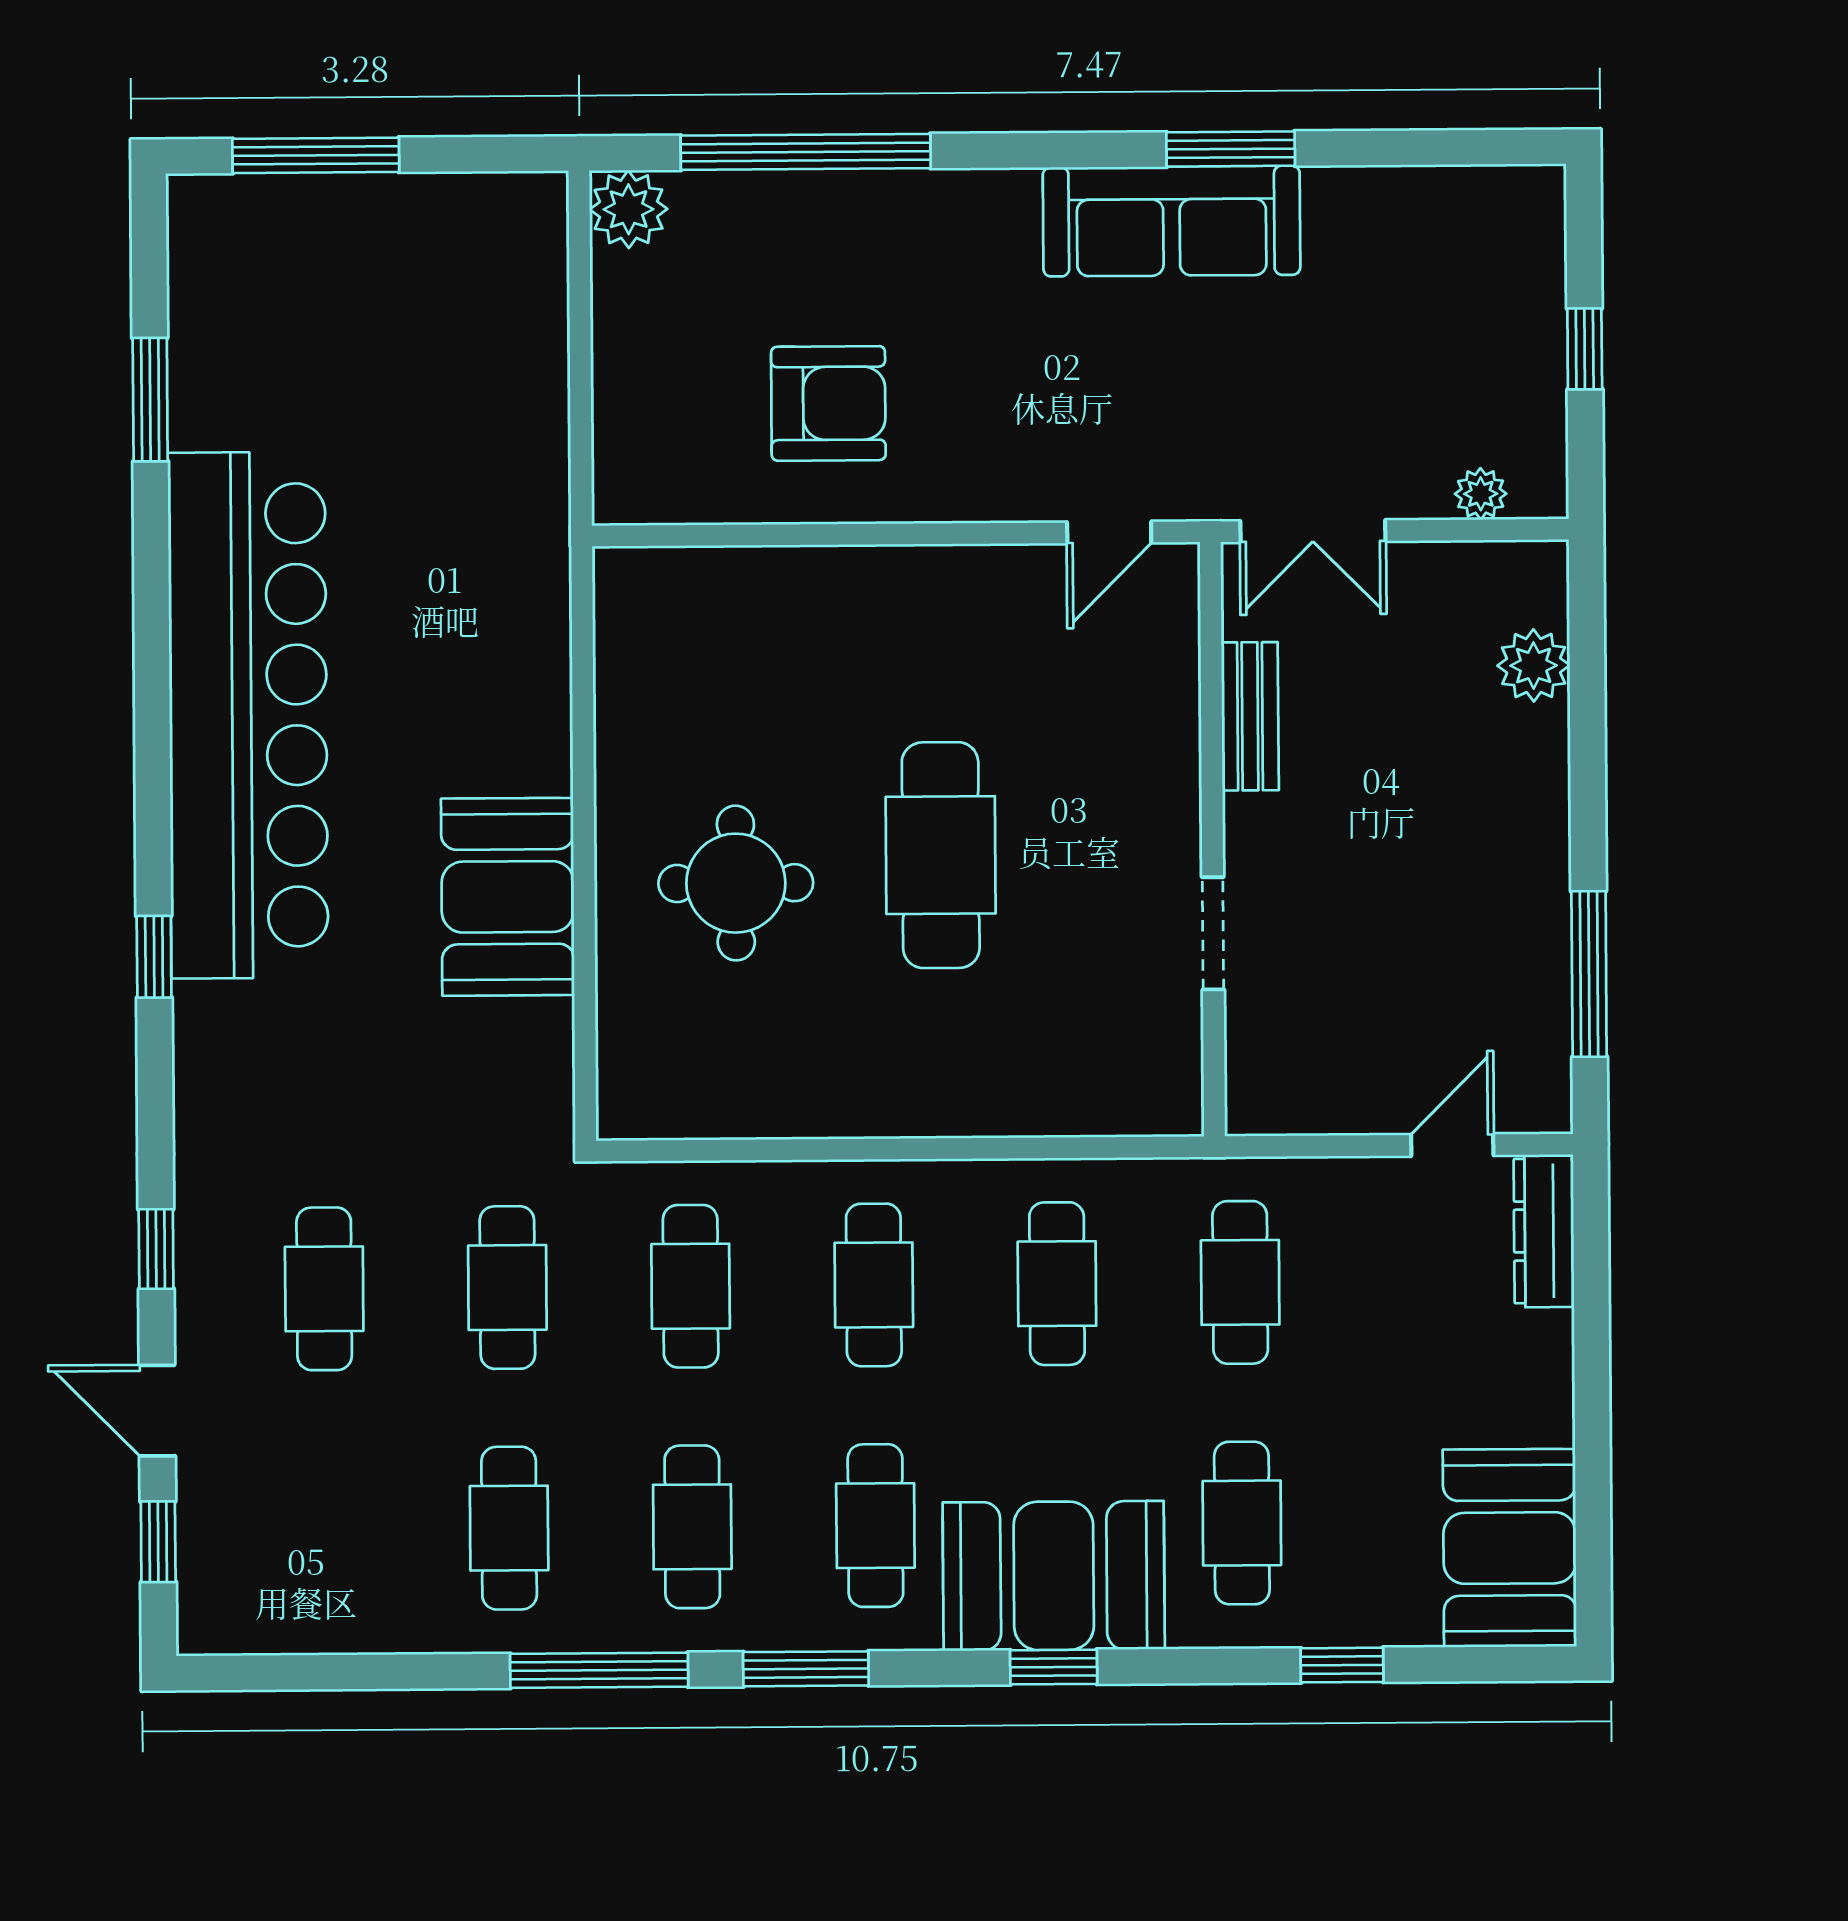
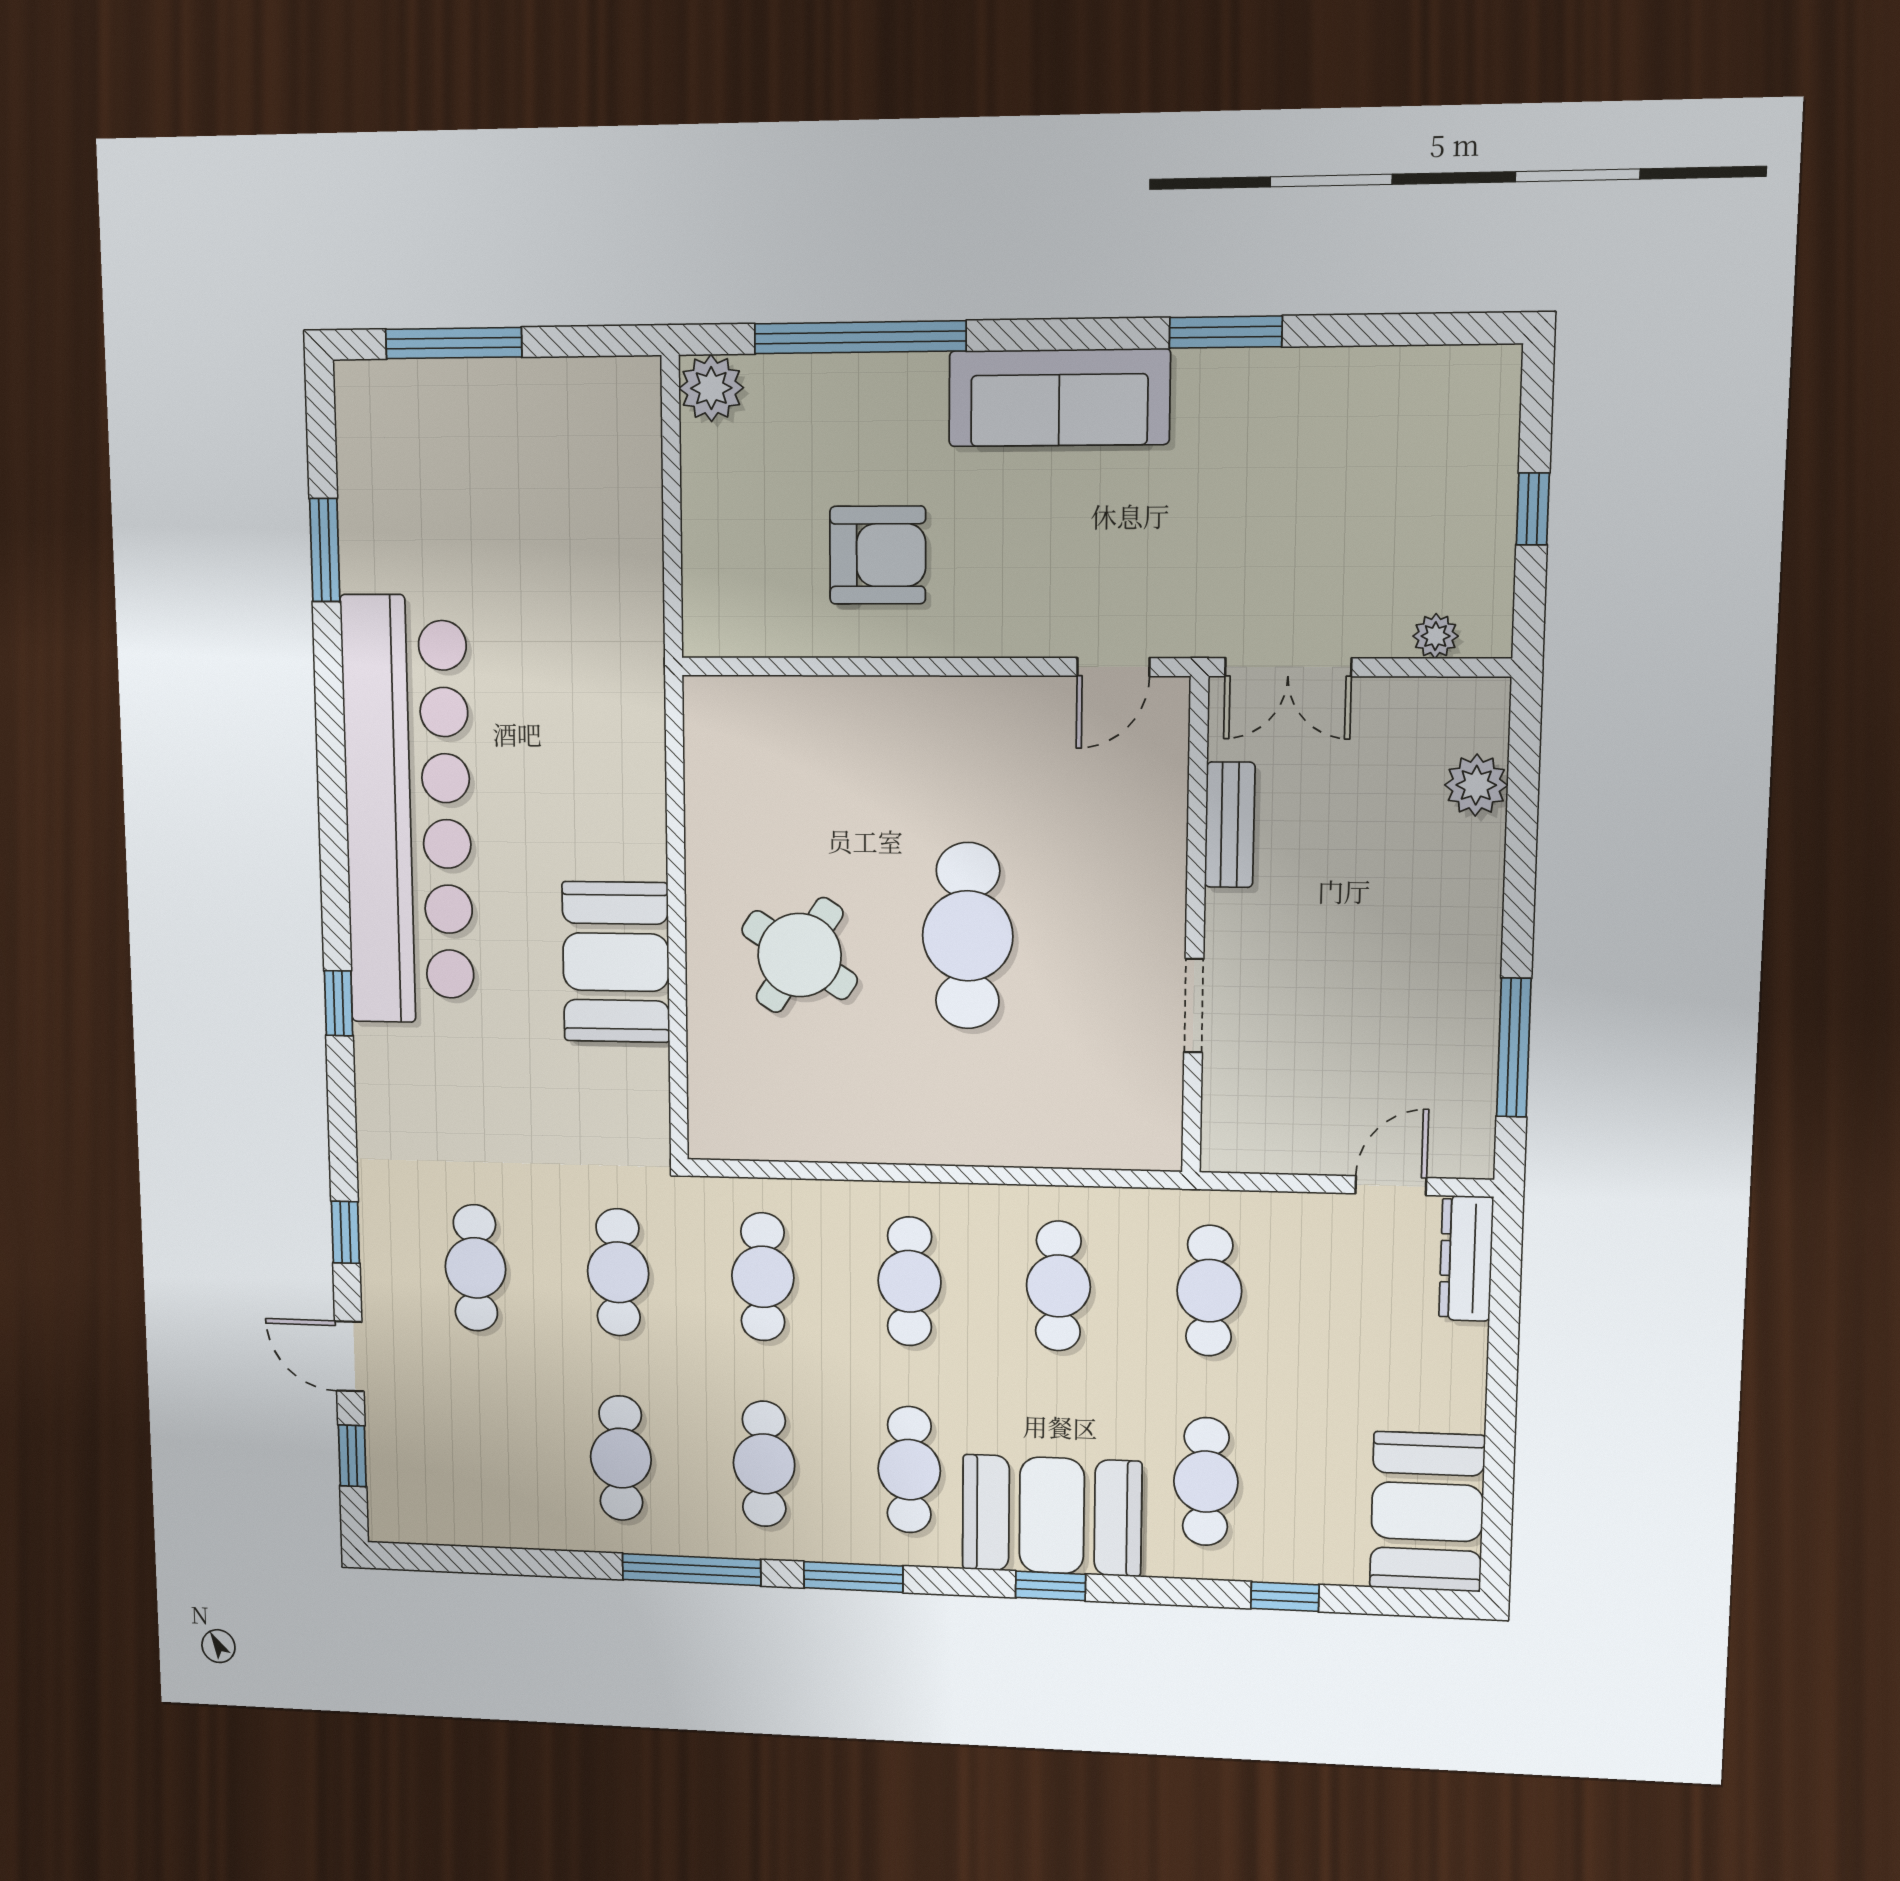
sofa: (1172, 221) -> (1059, 398), moved
round table: (736, 883) -> (800, 955), turned 33

